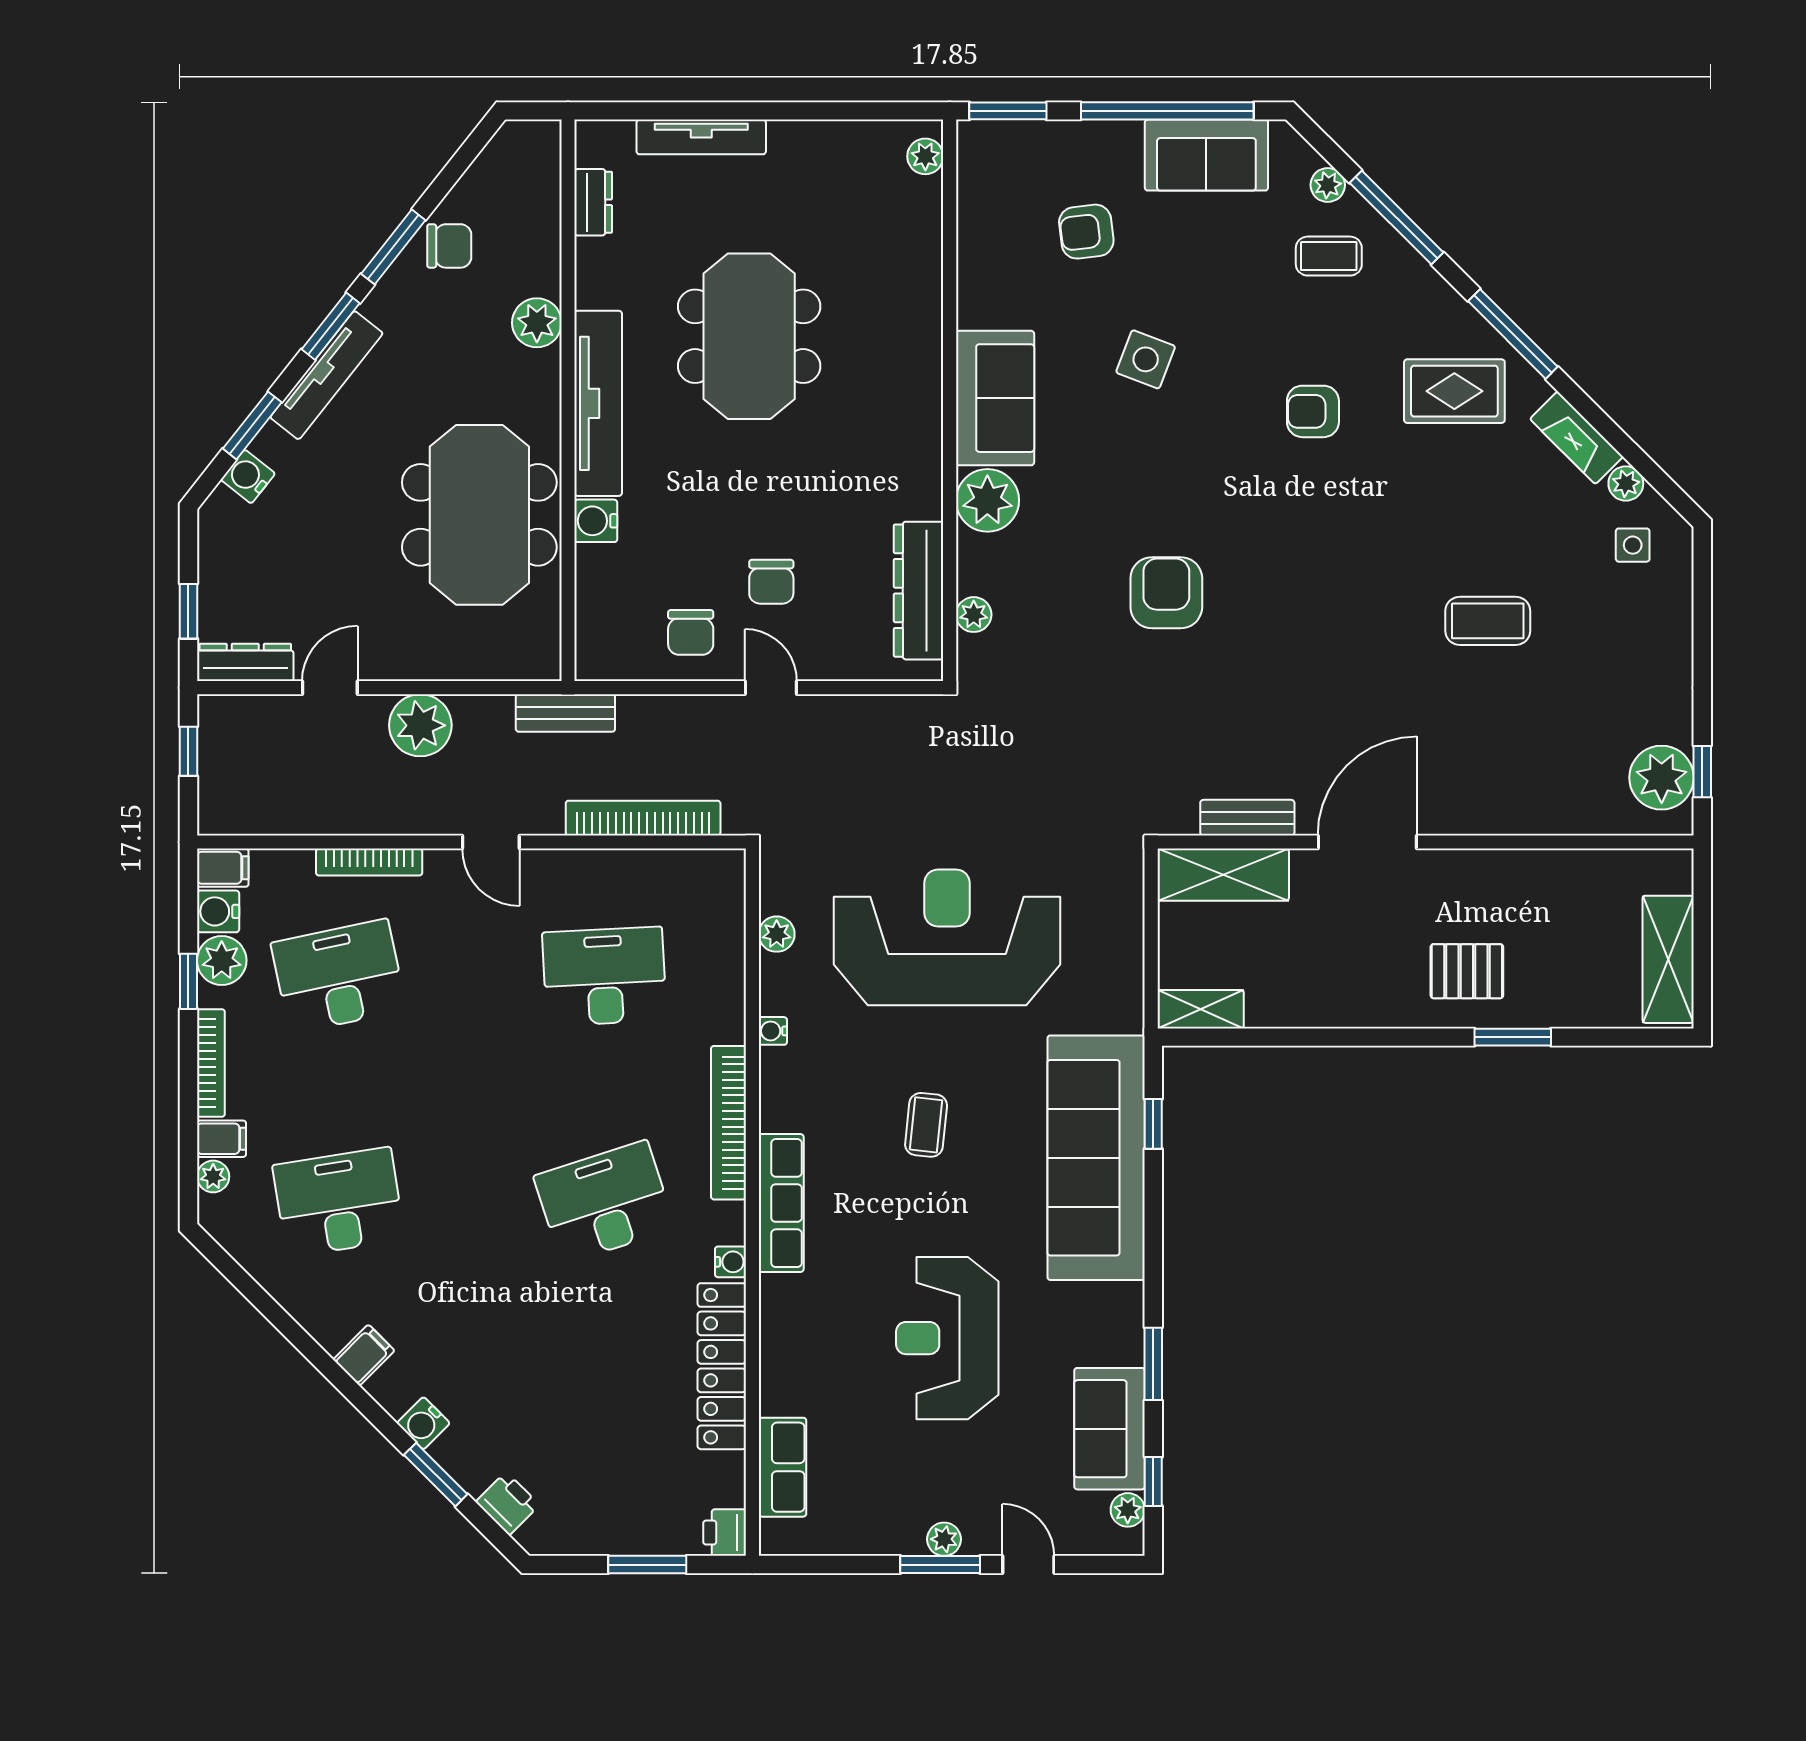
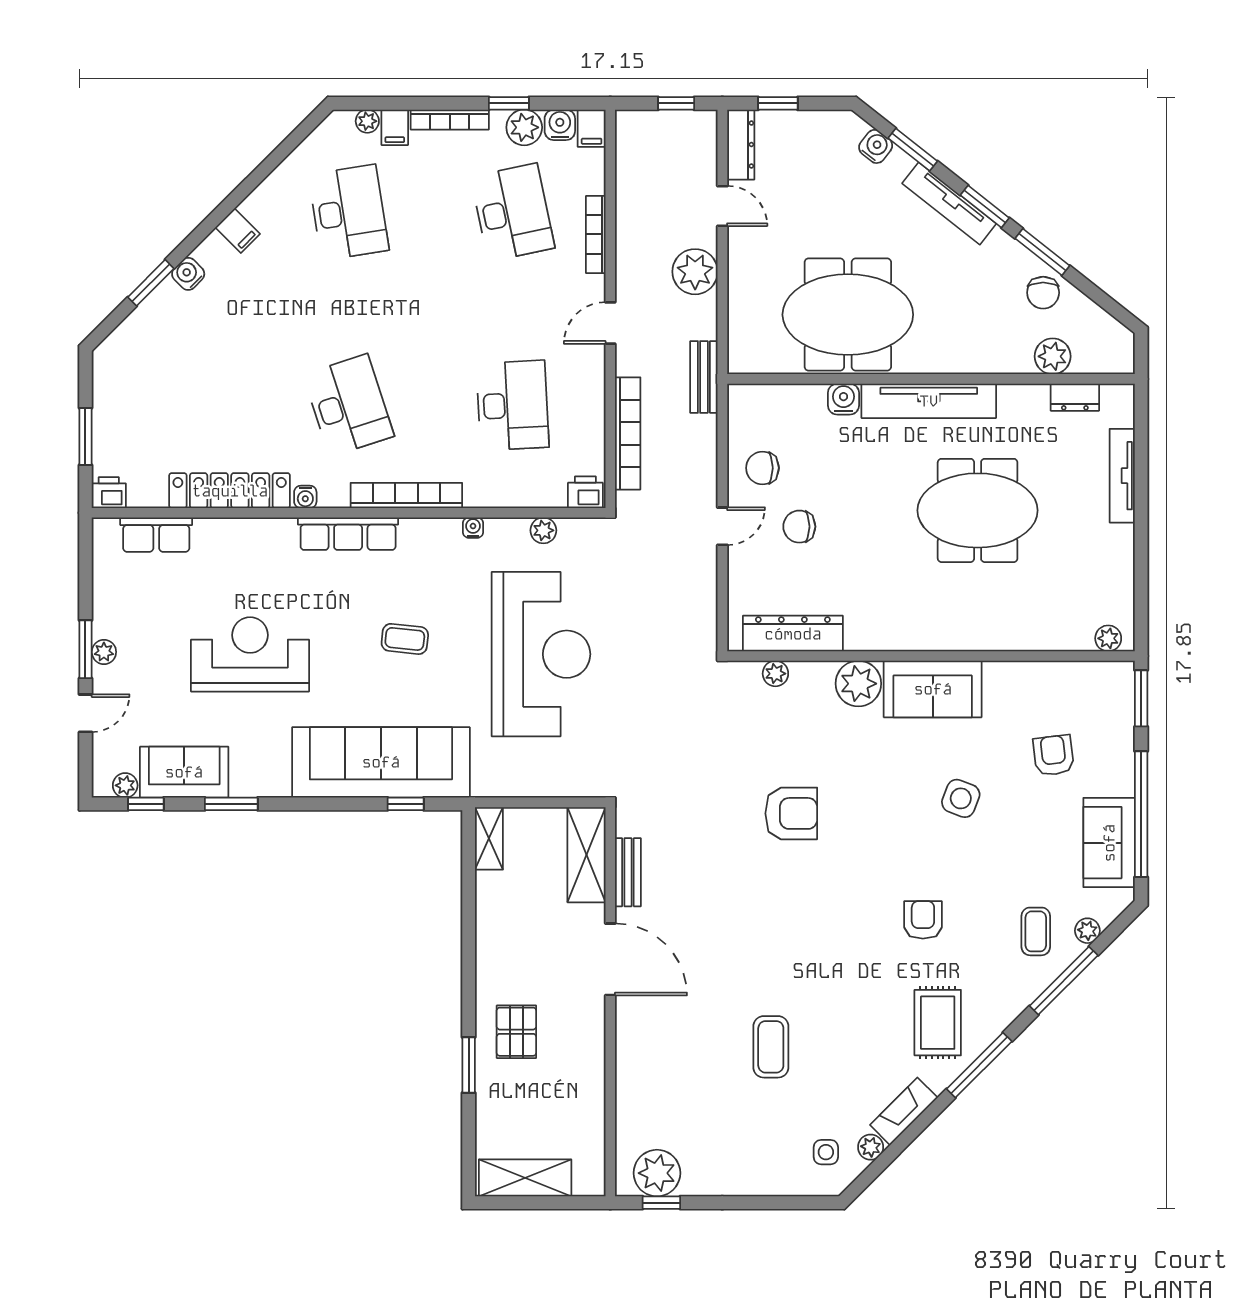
plant: (537, 323) -> (1053, 356), moved
printer: (508, 1503) -> (585, 492), moved, turned -135

